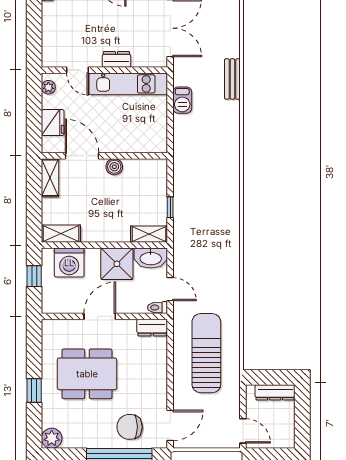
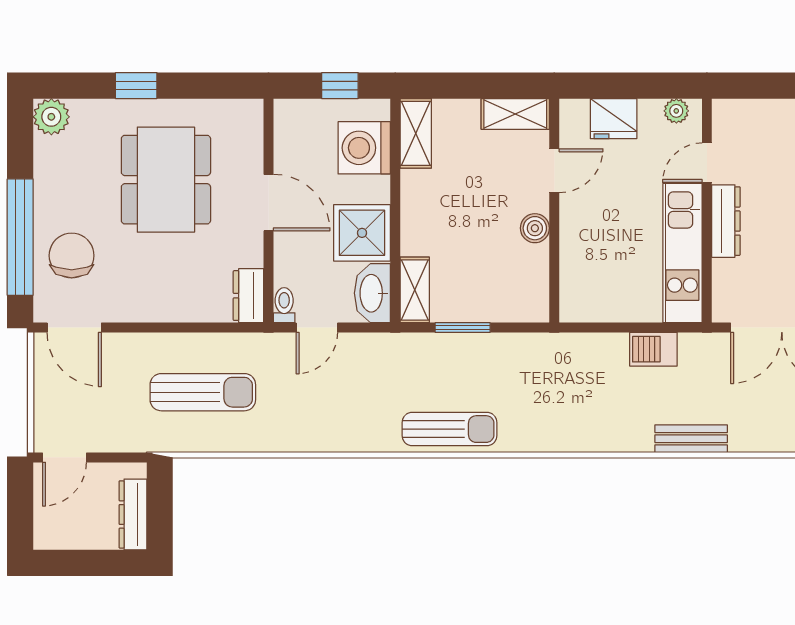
dresser: (116, 59) -> (726, 221), width x1.44
door: (82, 156) -> (554, 171), width x0.73
window: (170, 207) -> (463, 328), width x1.50
sun lounger: (227, 215) -> (449, 429), added
sun lounger: (206, 353) -> (203, 392), width x0.73, depth x0.75

